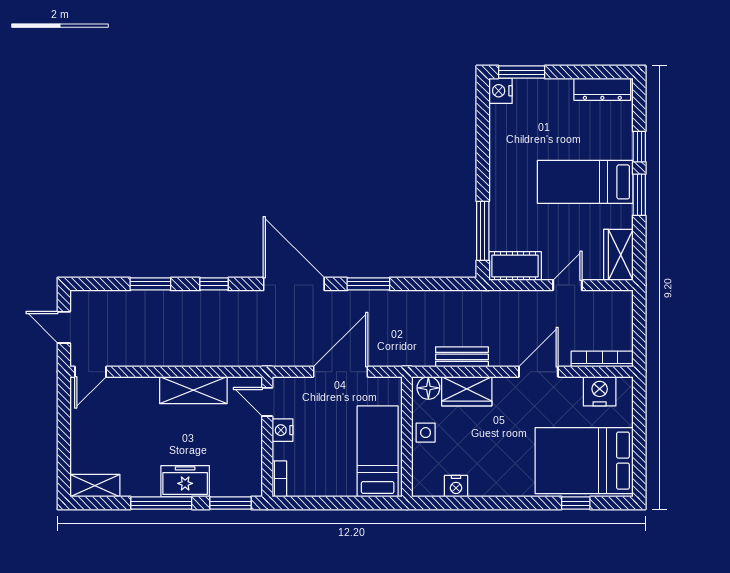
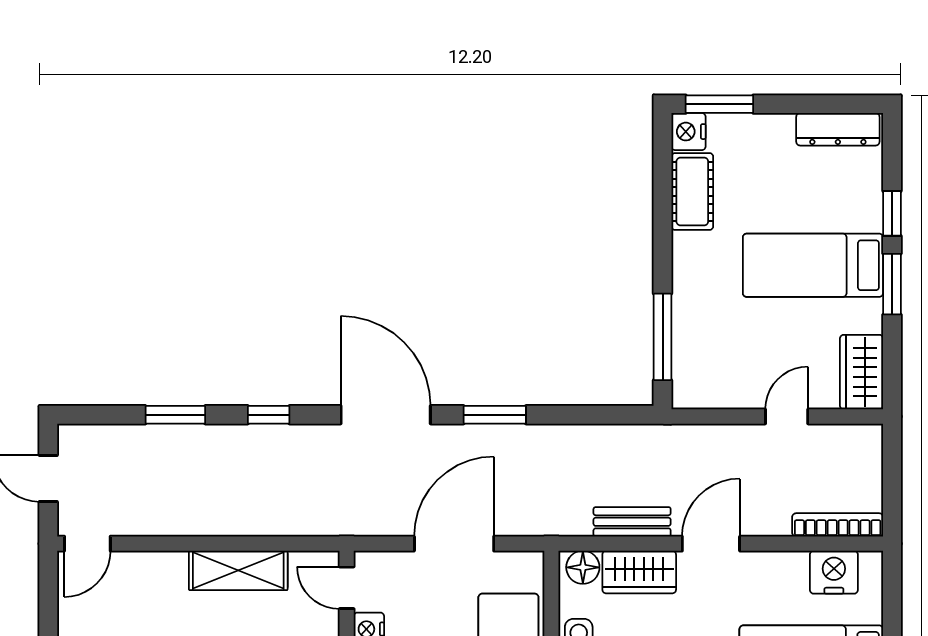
cot: (515, 266) -> (692, 192), moved, turned 90
door: (538, 372) -> (711, 544), moved

